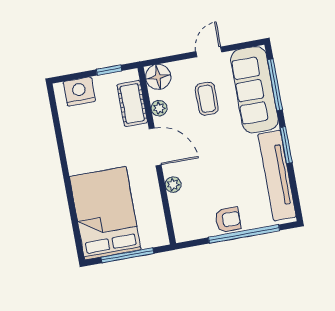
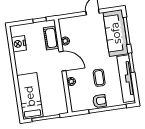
floor lamp: (158, 77) -> (65, 24), removed
nightstand: (79, 92) -> (19, 44), moved, turned -90
coffee table: (207, 99) -> (99, 78), moved
bed: (105, 213) -> (30, 96), width x0.67

